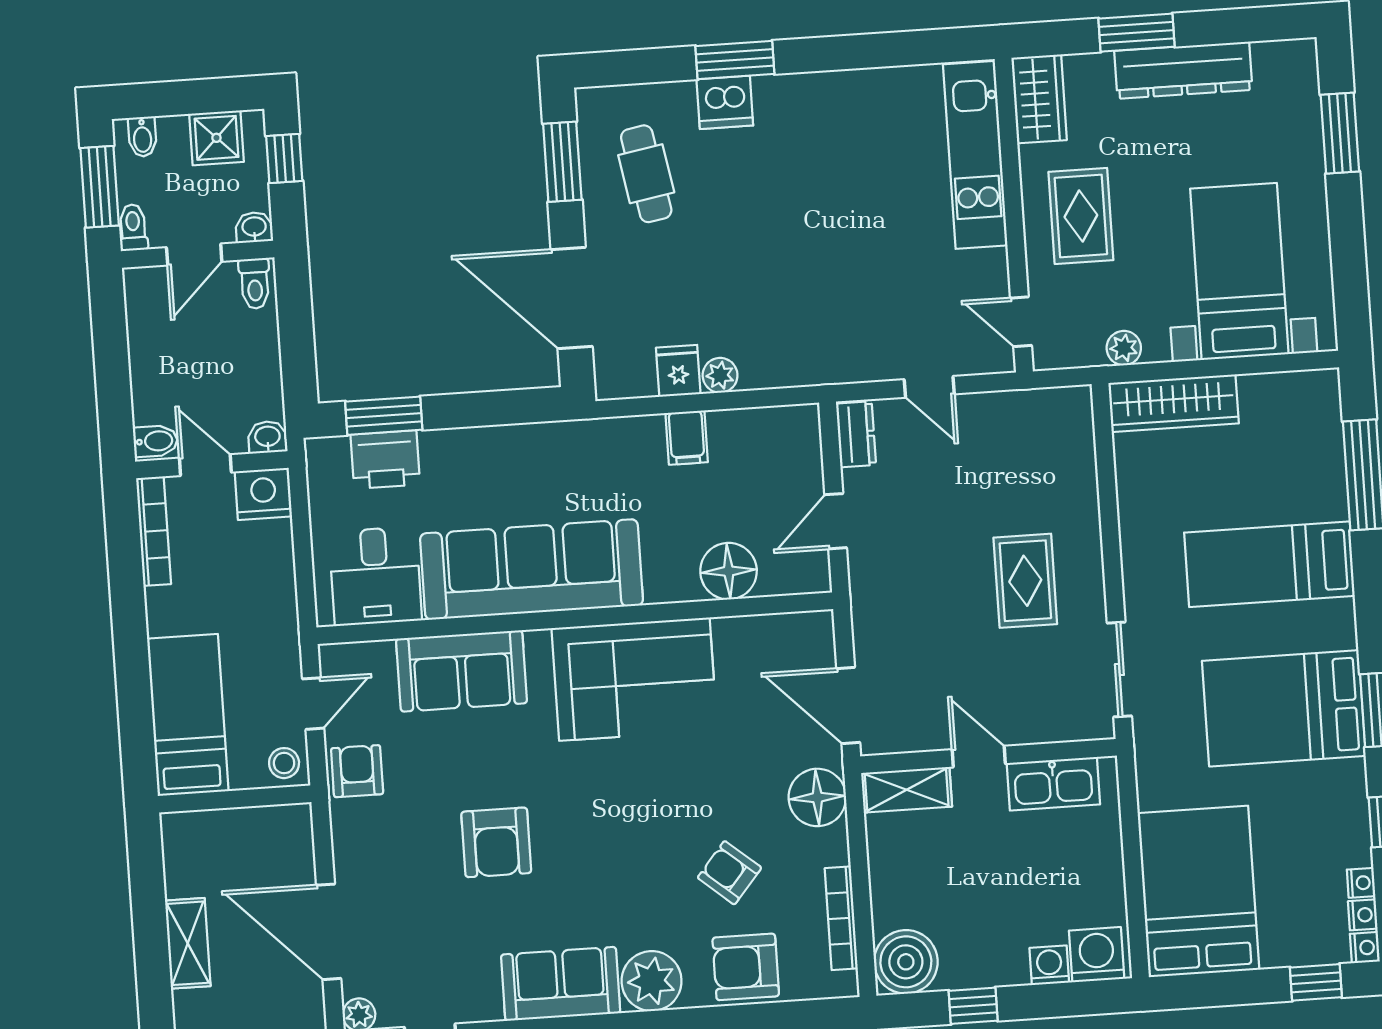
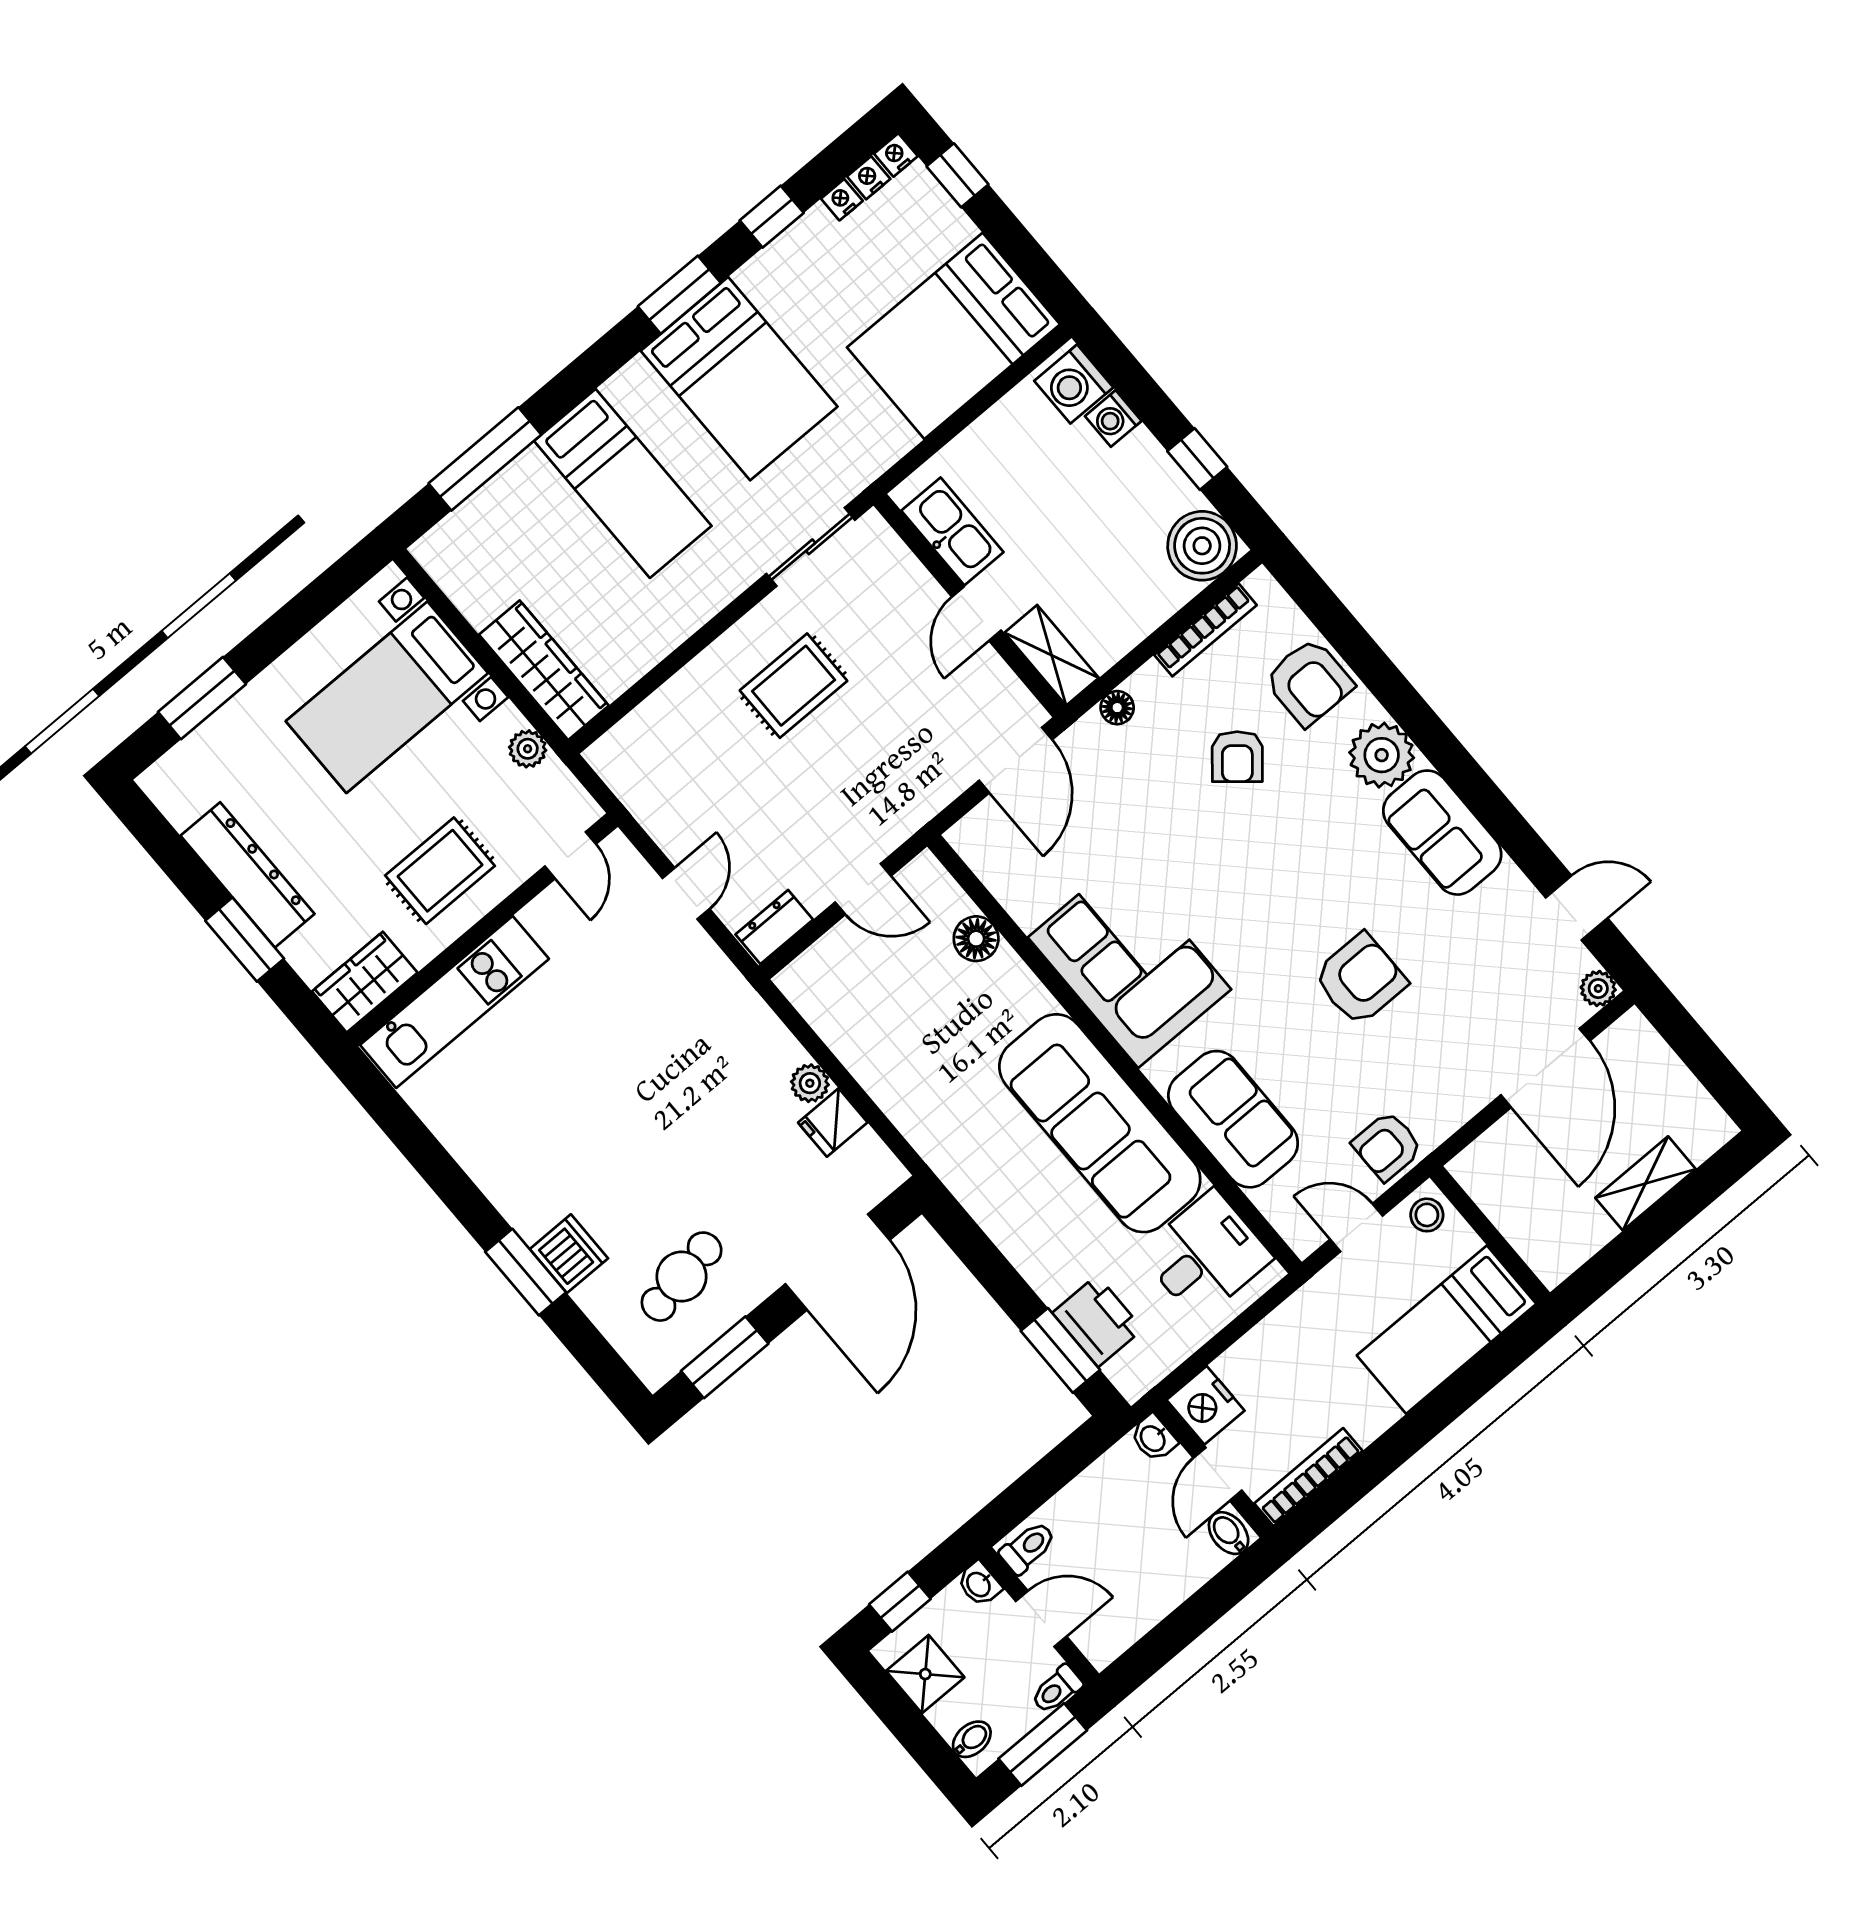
filing cabinet: (687, 438) -> (886, 1072), removed
floor lamp: (729, 571) -> (976, 939), width x0.73, depth x0.73
floor lamp: (817, 797) -> (1117, 708), width x0.53, depth x0.53

